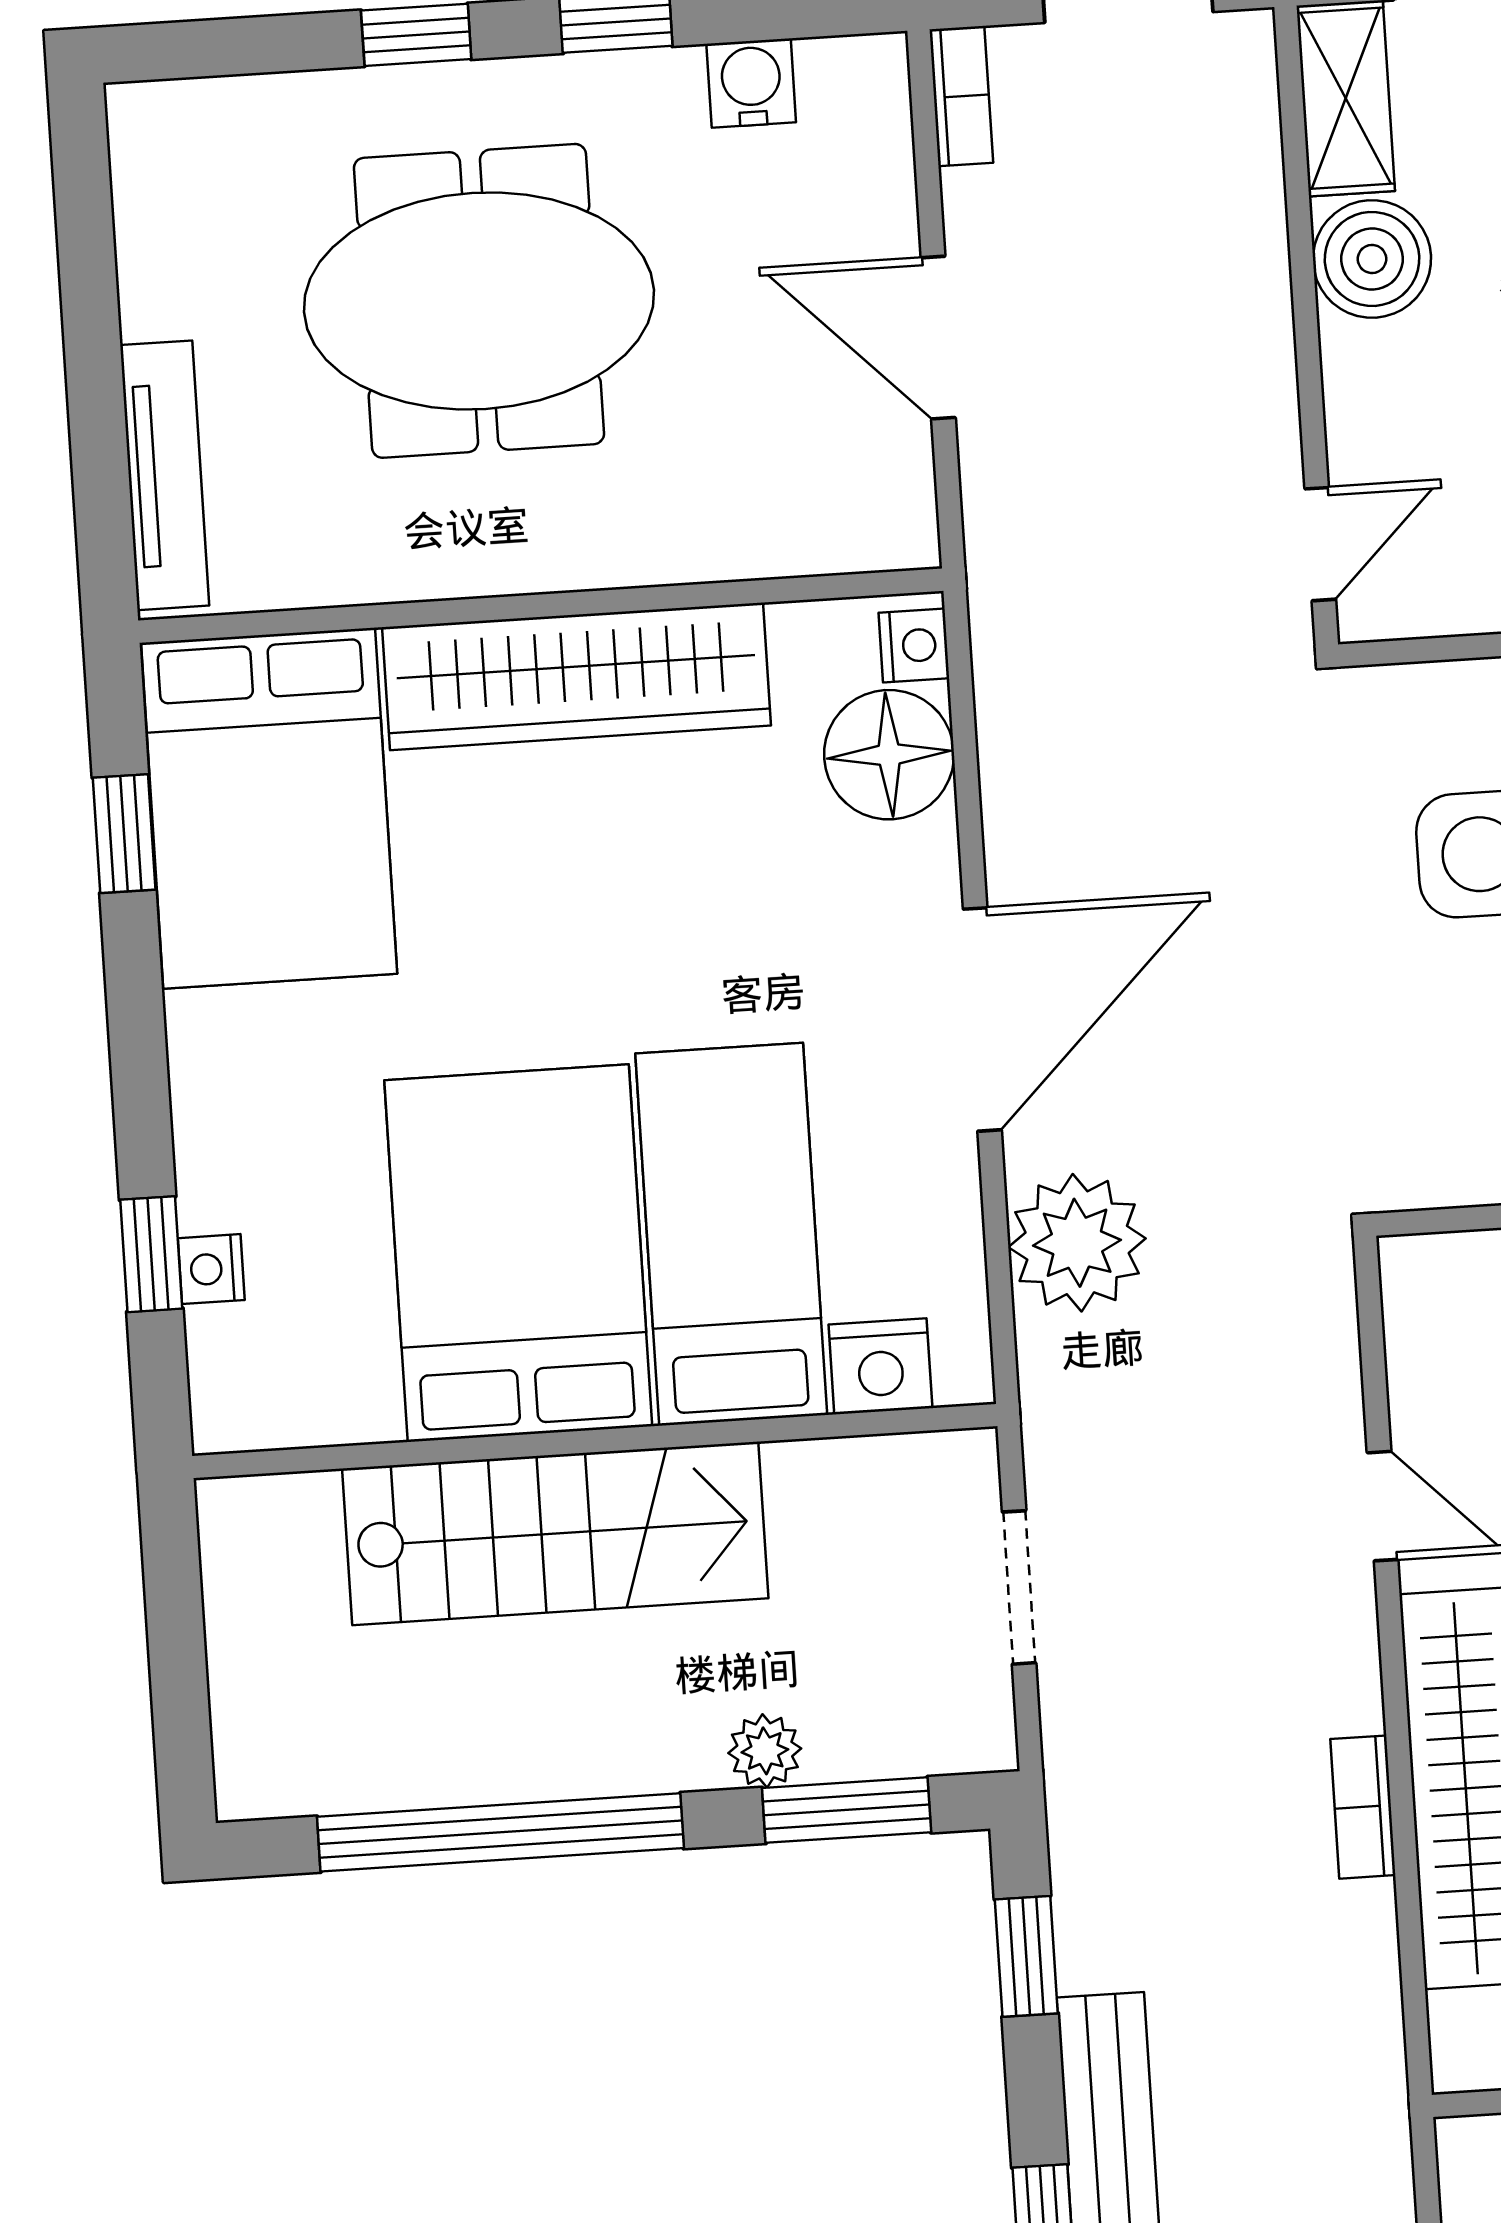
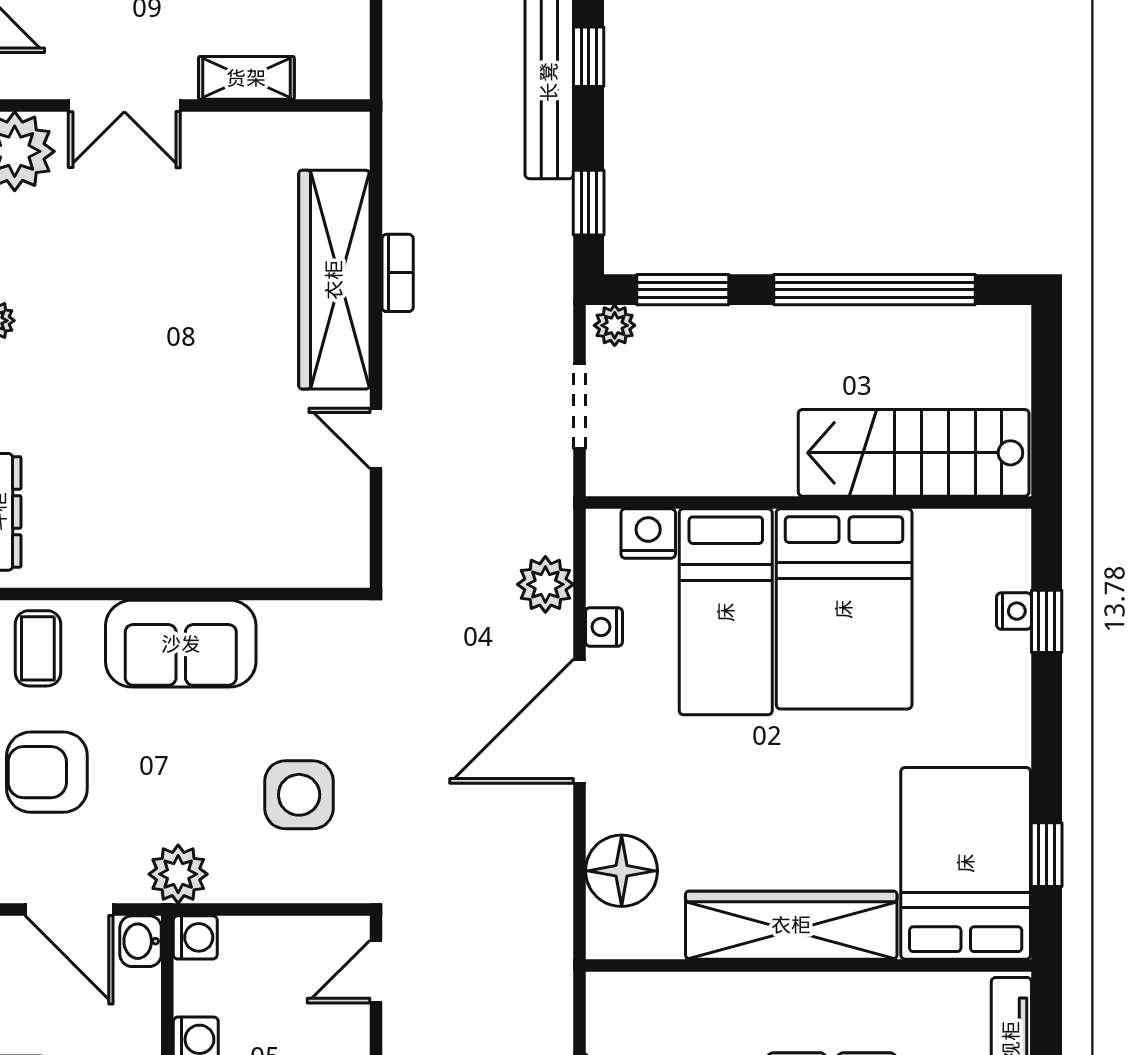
nightstand: (914, 645) -> (604, 627), moved
plant: (1077, 1243) -> (545, 584), width x0.73, depth x0.73
stairs: (555, 1533) -> (914, 453), moved
plant: (765, 1751) -> (615, 325), moved

